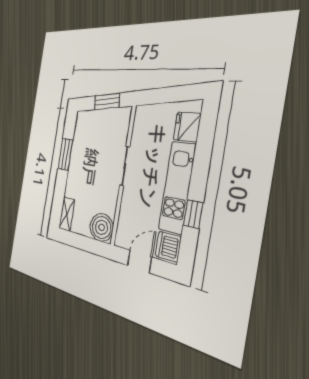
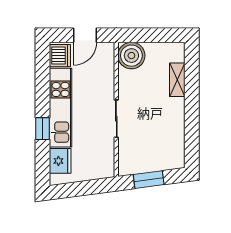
window: (65, 154) -> (192, 121), removed
shelving: (67, 214) -> (177, 80), moved
window: (193, 214) -> (43, 129), moved

